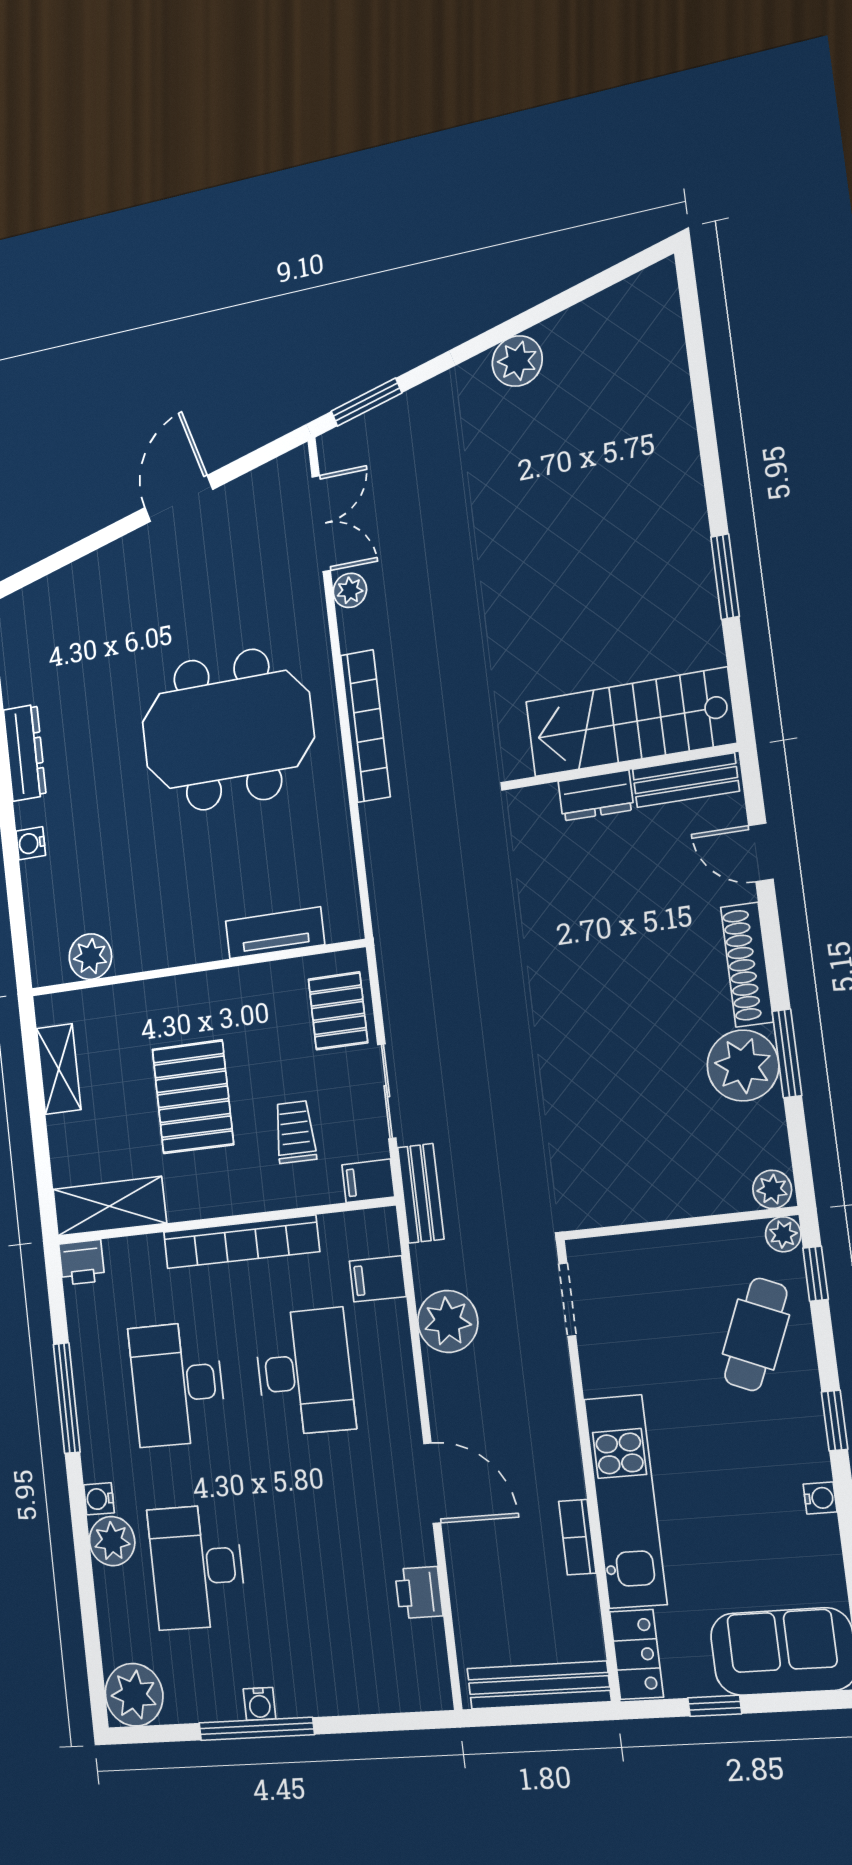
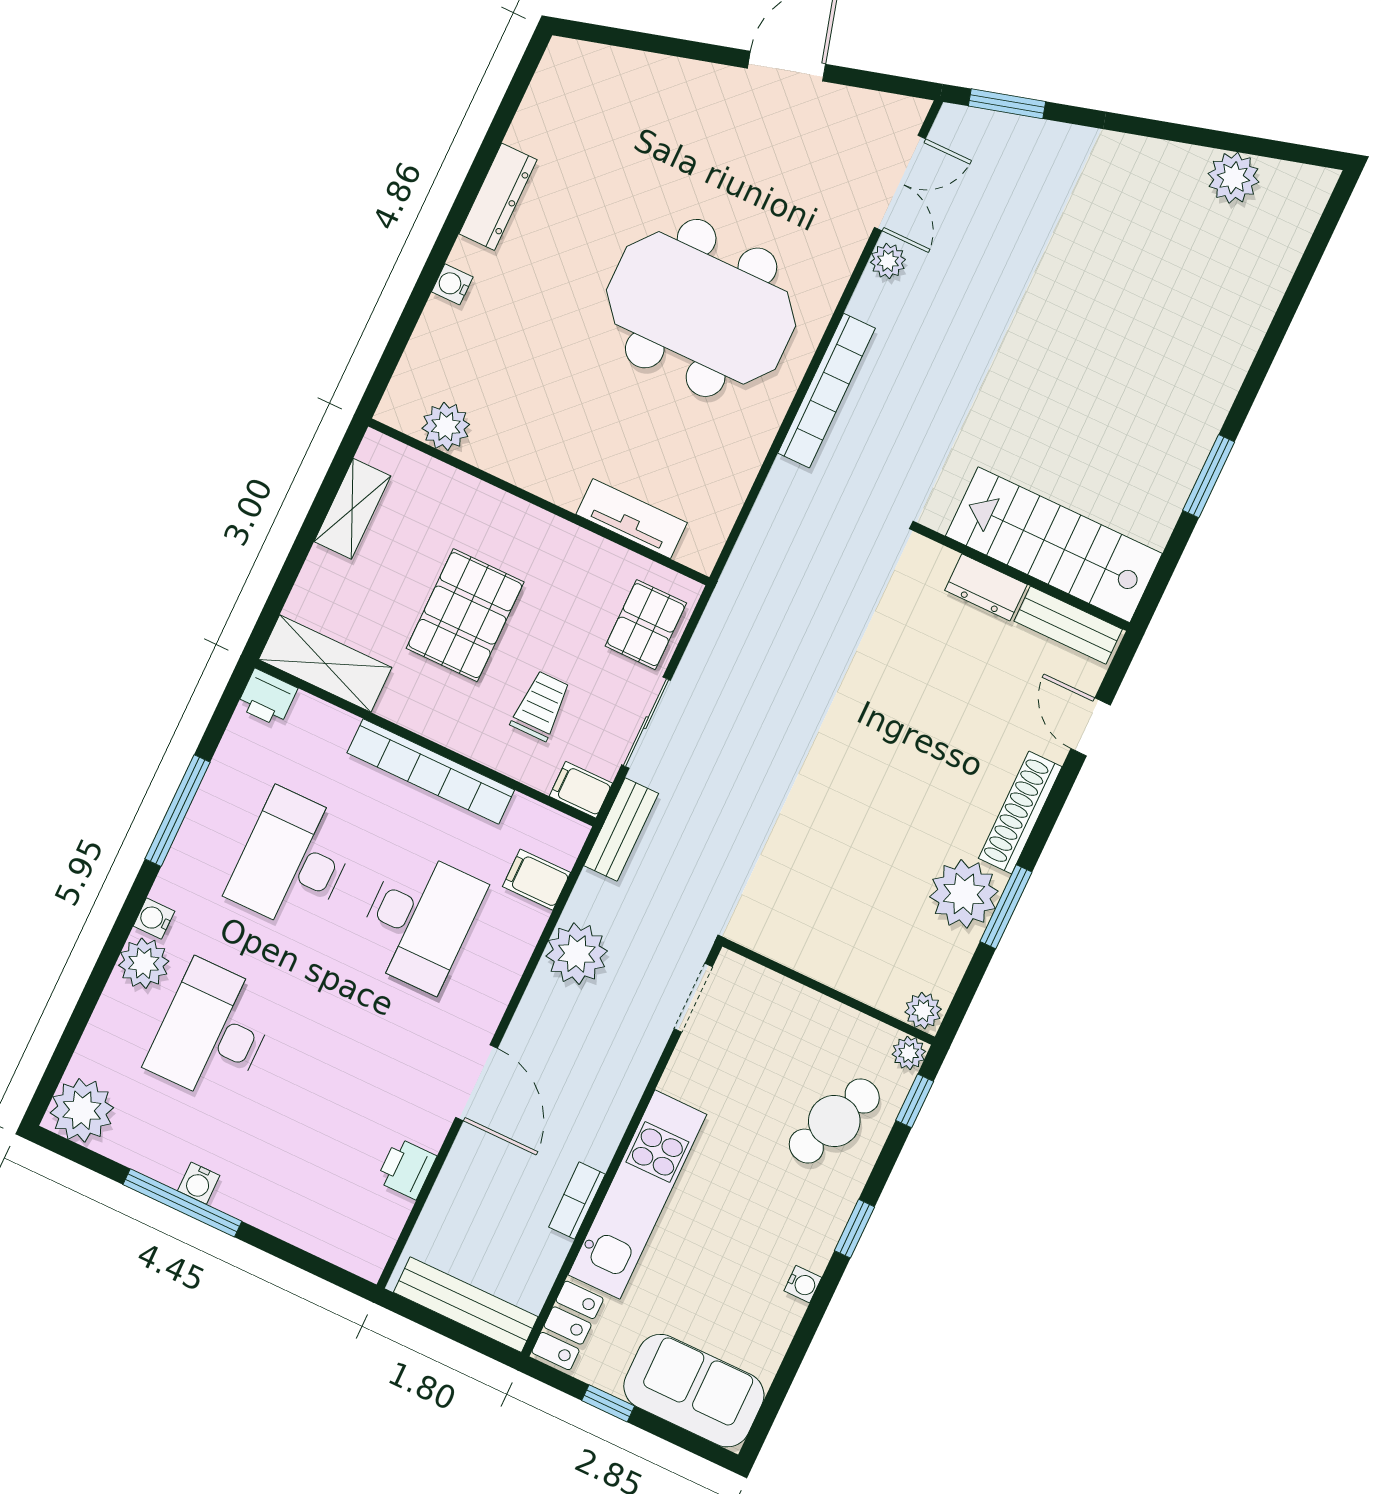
plant: (517, 361) -> (1233, 178), moved

